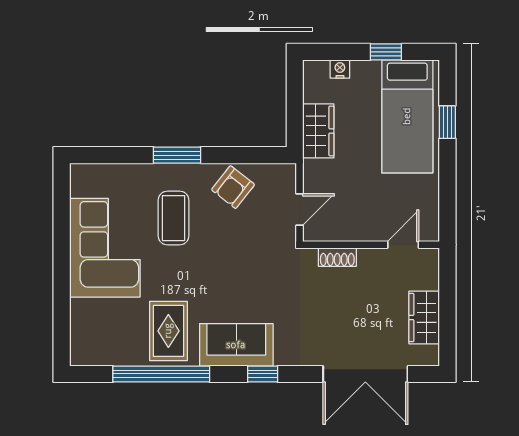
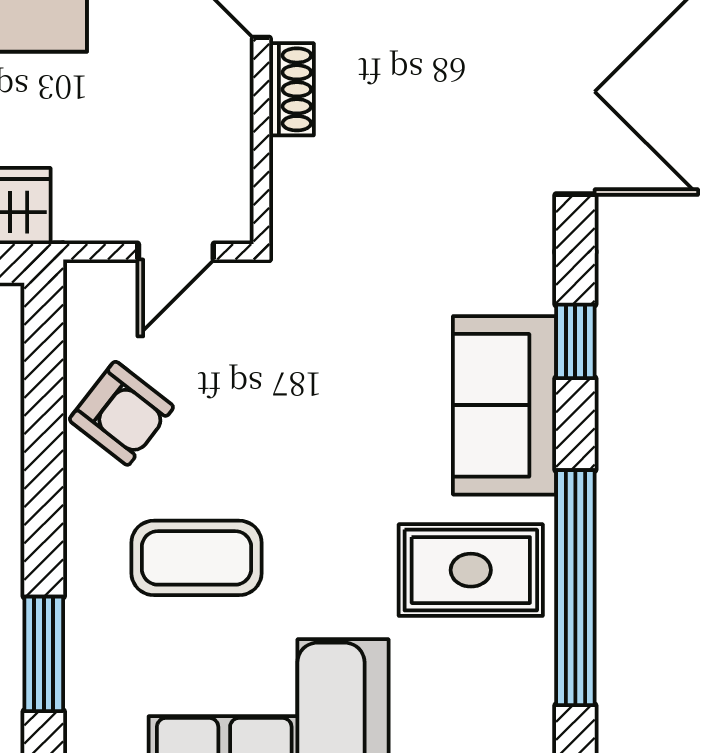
window: (177, 155) -> (44, 654), moved
door: (299, 210) -> (176, 252), swing flipped
shoe rack: (337, 257) -> (291, 89), moved

